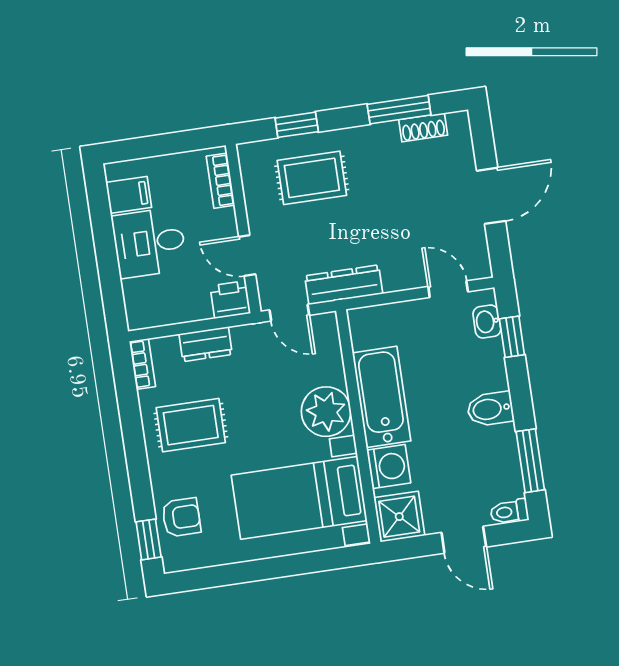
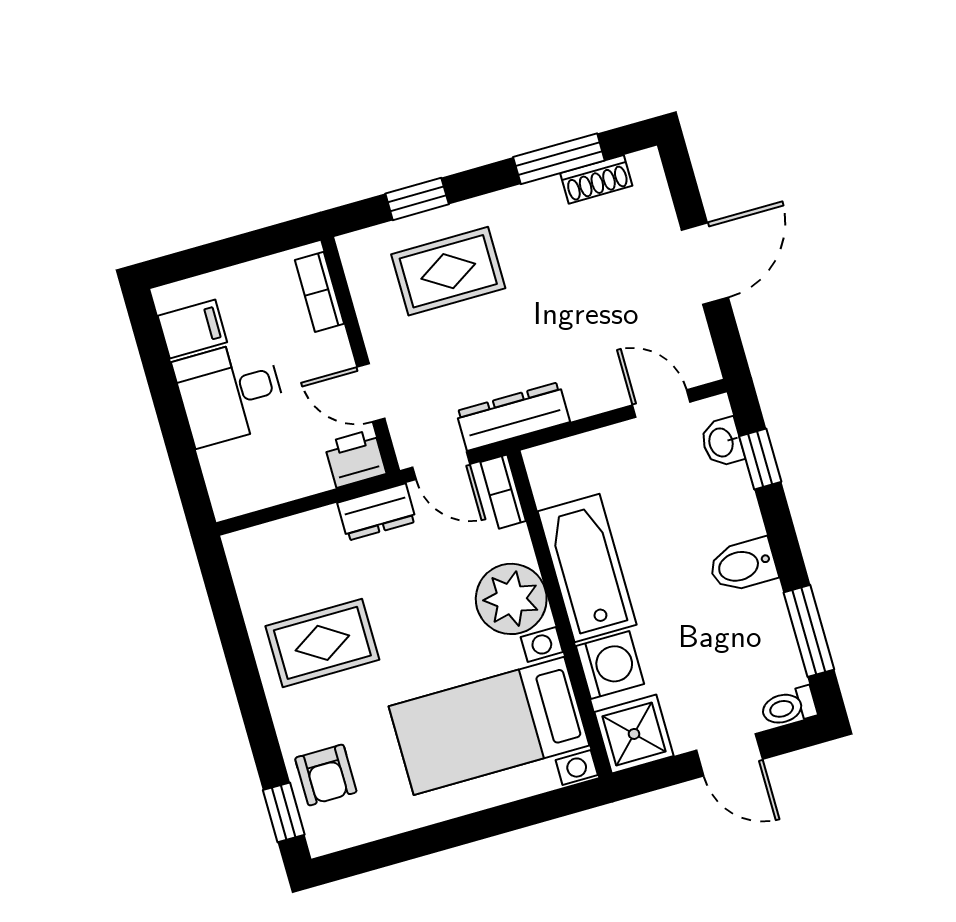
dresser: (206, 344) -> (377, 512), moved
bookcase: (142, 364) -> (503, 492), moved, turned 180
armchair: (181, 517) -> (326, 775), turned 90

